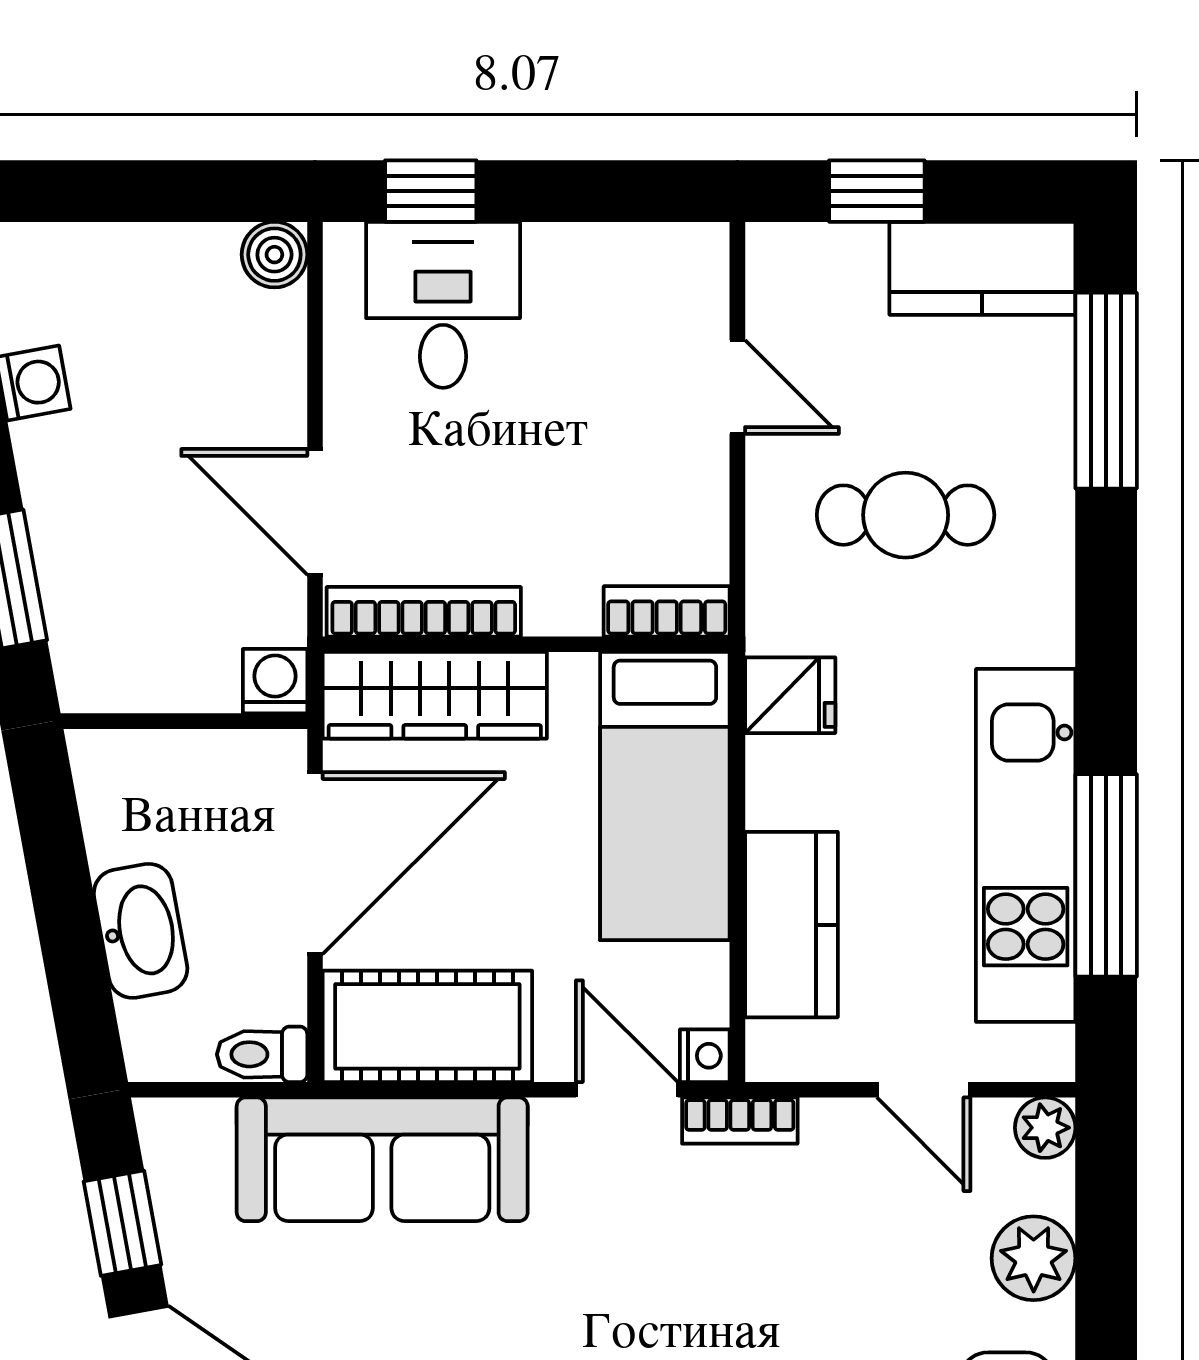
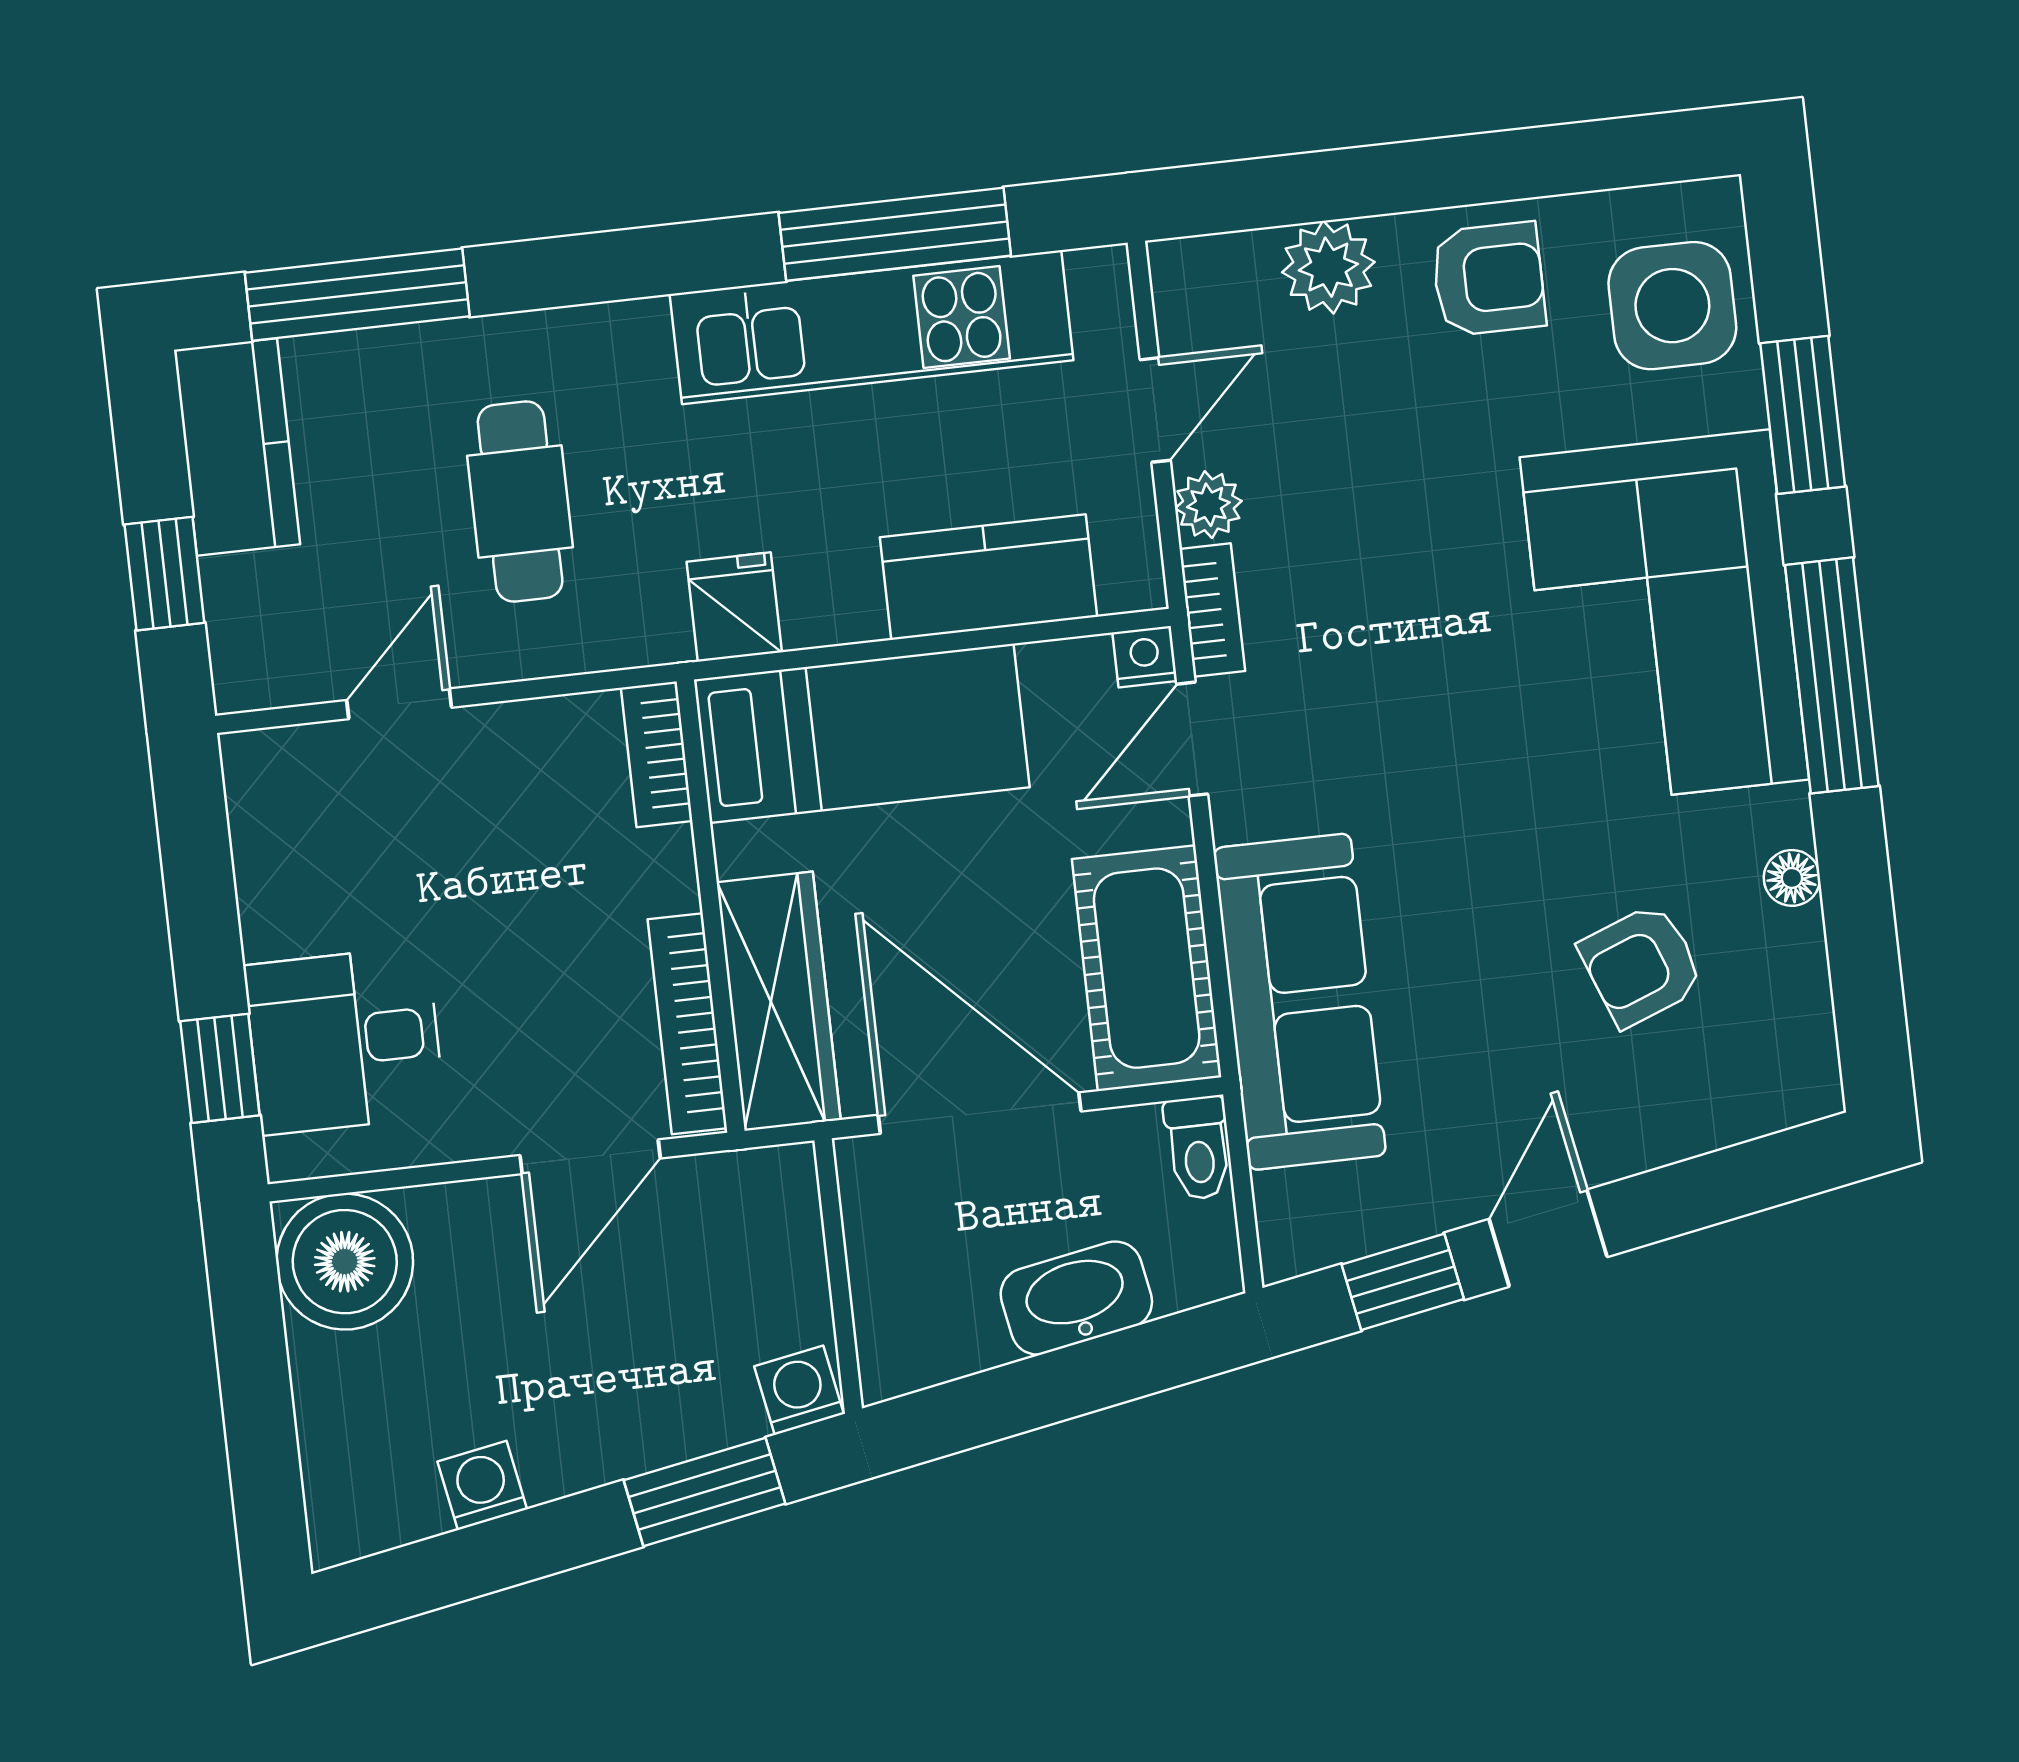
boiler: (274, 255) -> (345, 1262), width x1.86, depth x1.86
washing machine: (275, 681) -> (799, 1390), moved, turned 80
plant: (1045, 1128) -> (1208, 505), moved

